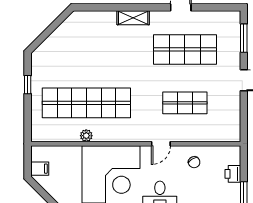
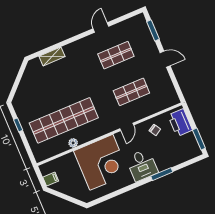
shelving: (133, 18) -> (52, 56), moved
shop shelf: (185, 49) -> (116, 55), width x0.70, depth x0.74
printer: (233, 174) -> (180, 123), width x1.87, depth x1.48

